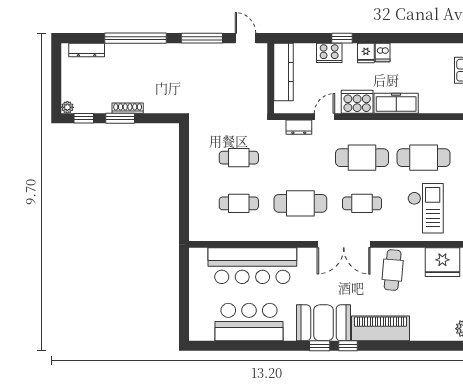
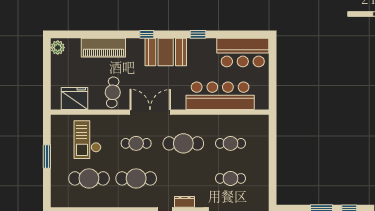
bar counter: (249, 322) -> (243, 53), moved
piano: (380, 328) -> (103, 48), moved
window: (320, 346) -> (198, 34), moved

